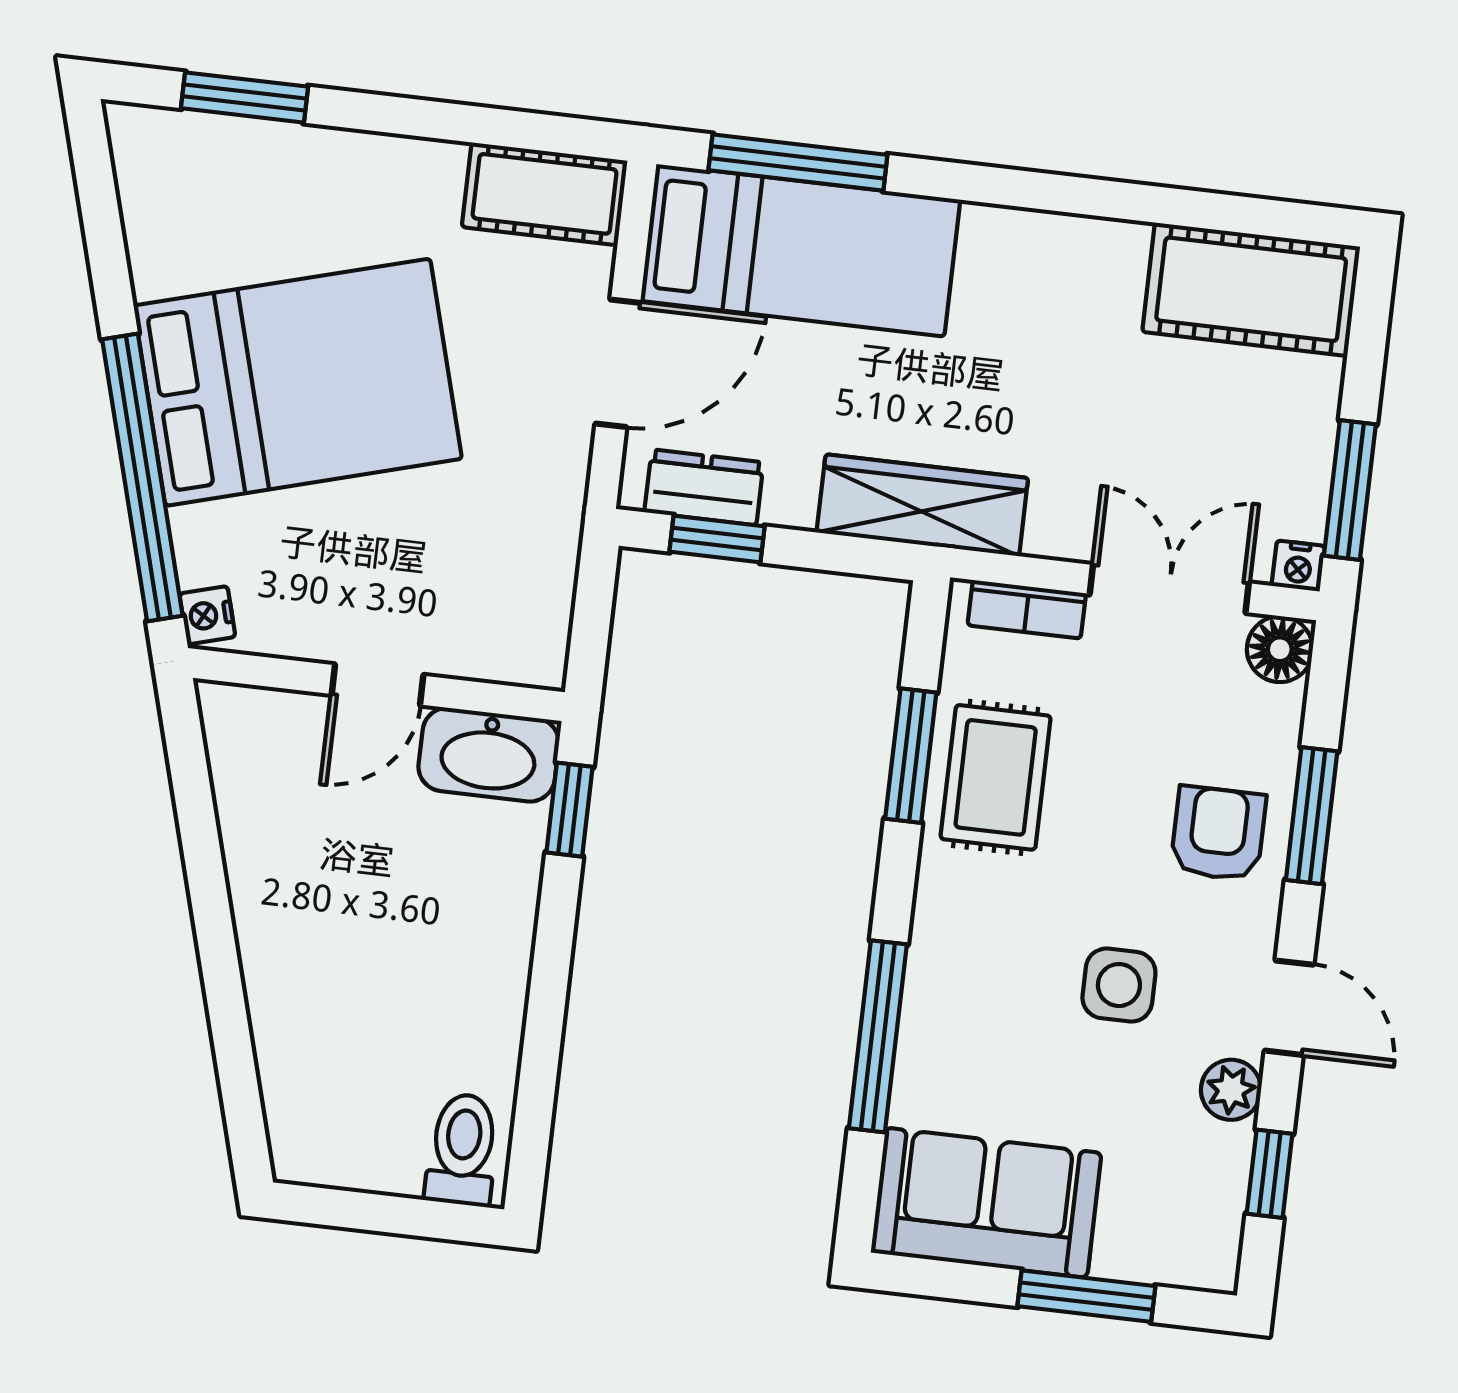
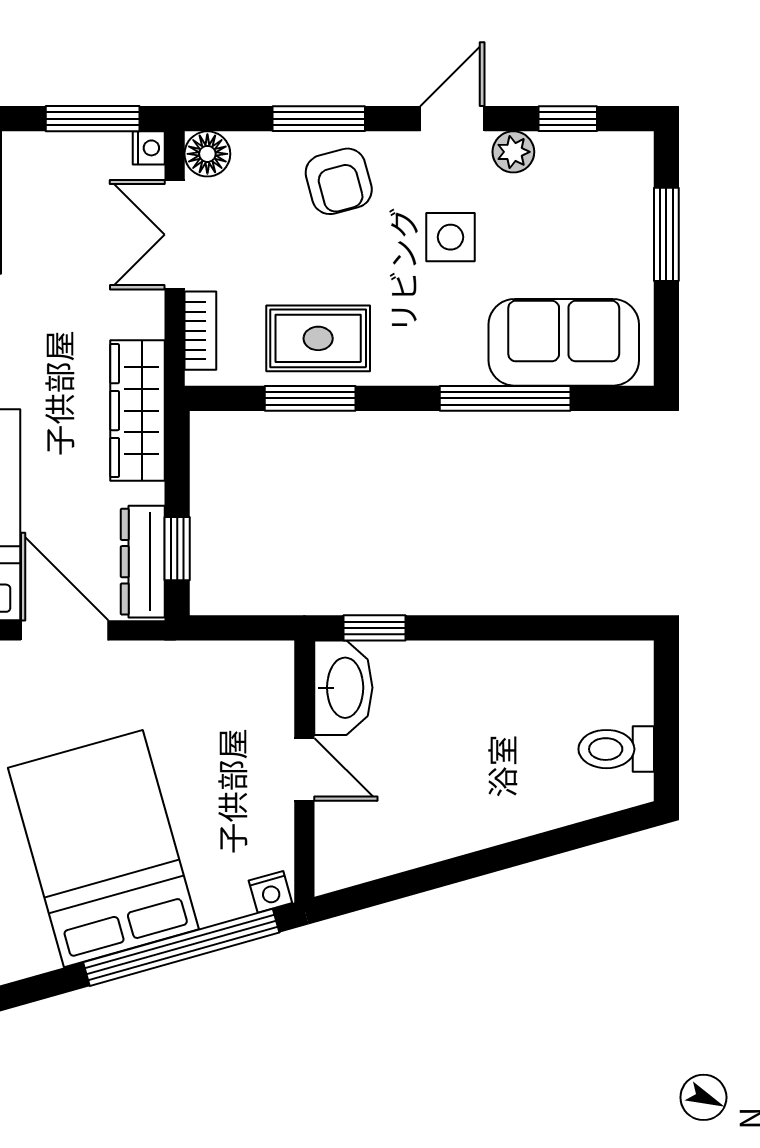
dresser: (704, 487) -> (143, 562), width x1.44
armchair: (1218, 834) -> (339, 181), turned -105
toilet: (462, 1150) -> (616, 749), moved
sofa: (986, 1203) -> (564, 342), moved, turned 90

